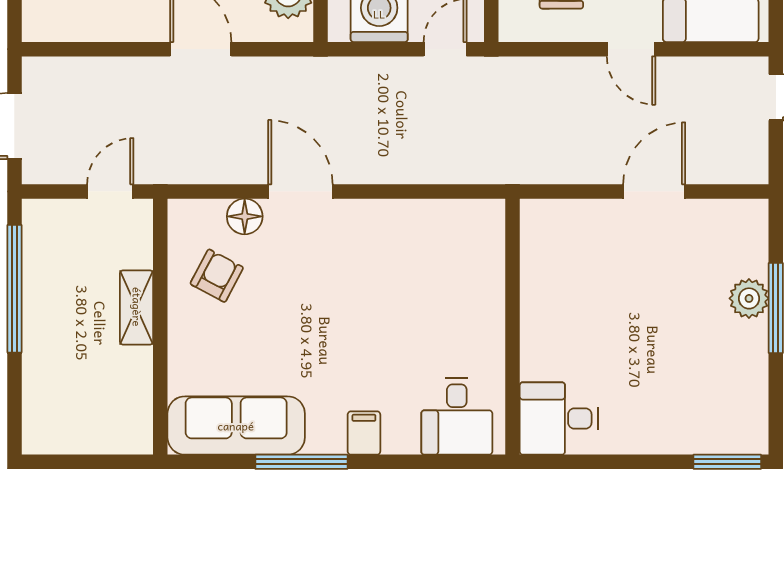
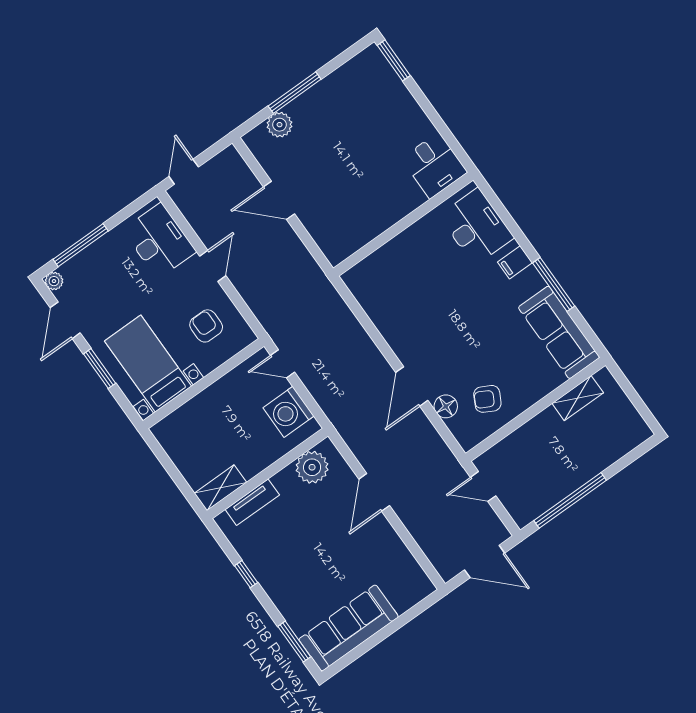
plant: (749, 298) -> (280, 125), moved
shelving: (137, 307) -> (578, 398), moved
desk: (457, 416) -> (476, 227), width x1.37

